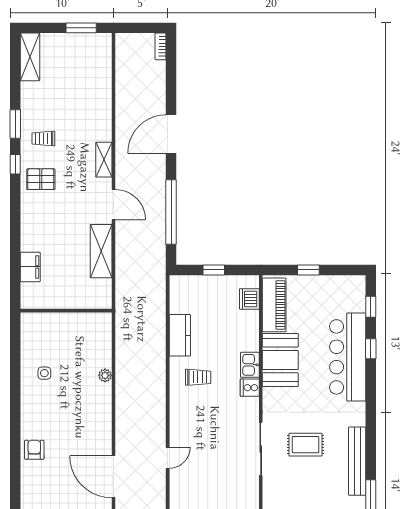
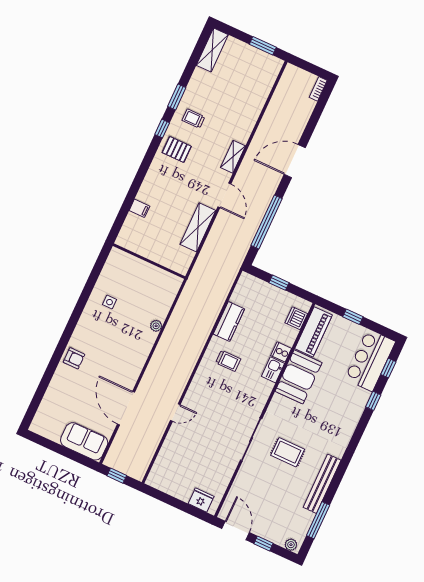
filing cabinet: (30, 267) -> (139, 208), width x0.50
bar counter: (348, 357) -> (370, 360), moved, width x0.73
cooker: (250, 388) -> (281, 352), moved
armchair: (34, 450) -> (74, 358), turned 90

